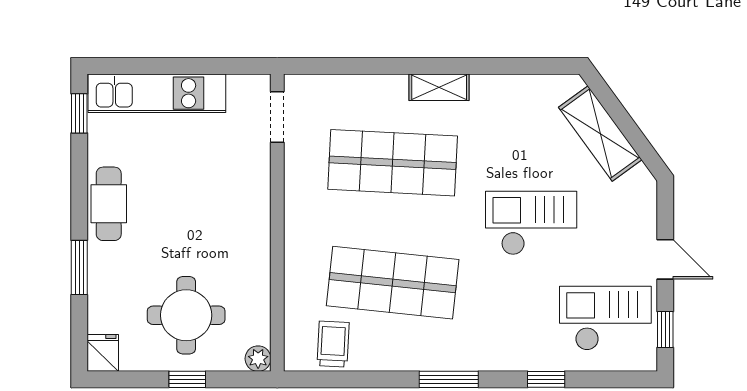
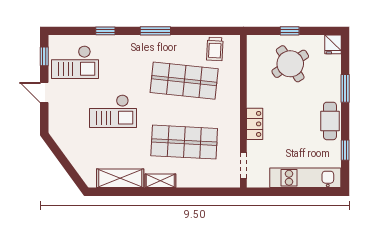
window: (79, 113) -> (345, 150), moved
shelving: (600, 134) -> (120, 178), moved, turned -54
locker: (255, 198) -> (255, 124), added
round table: (186, 315) -> (290, 64), turned -33
plant: (258, 359) -> (253, 41), removed

